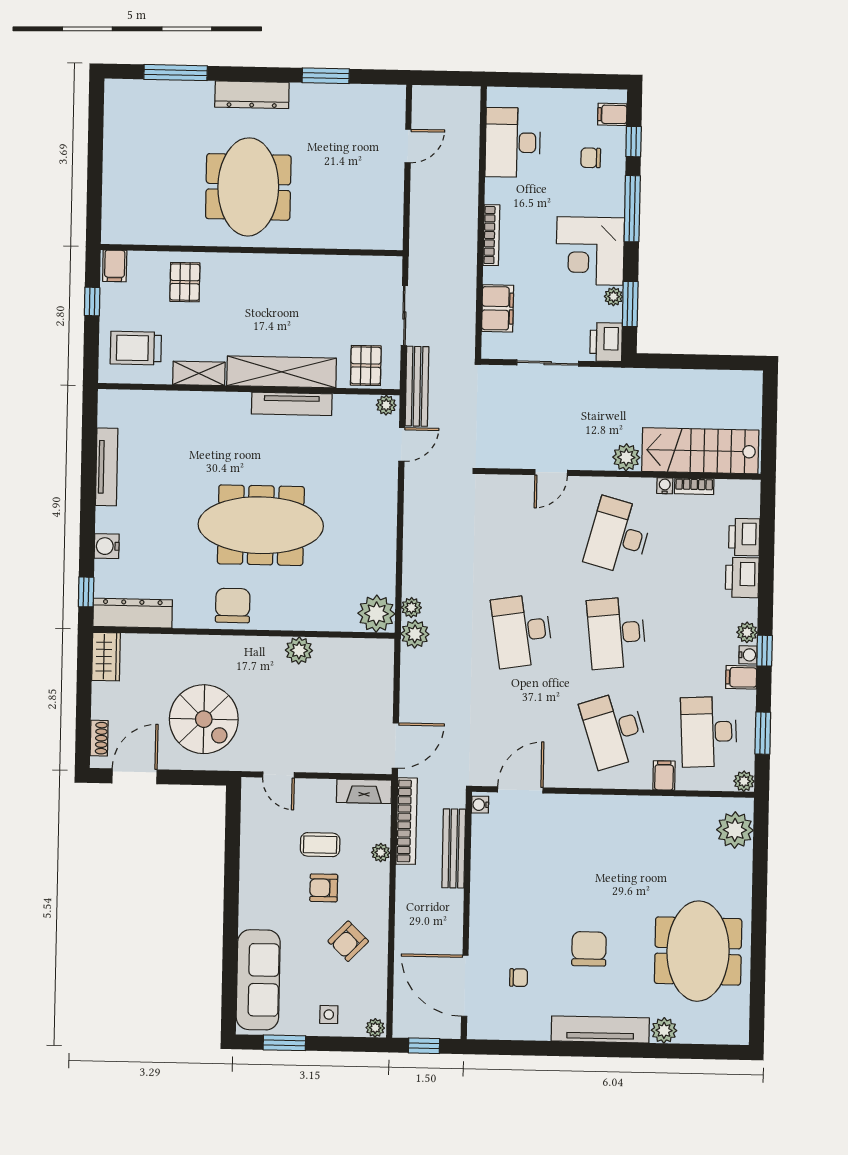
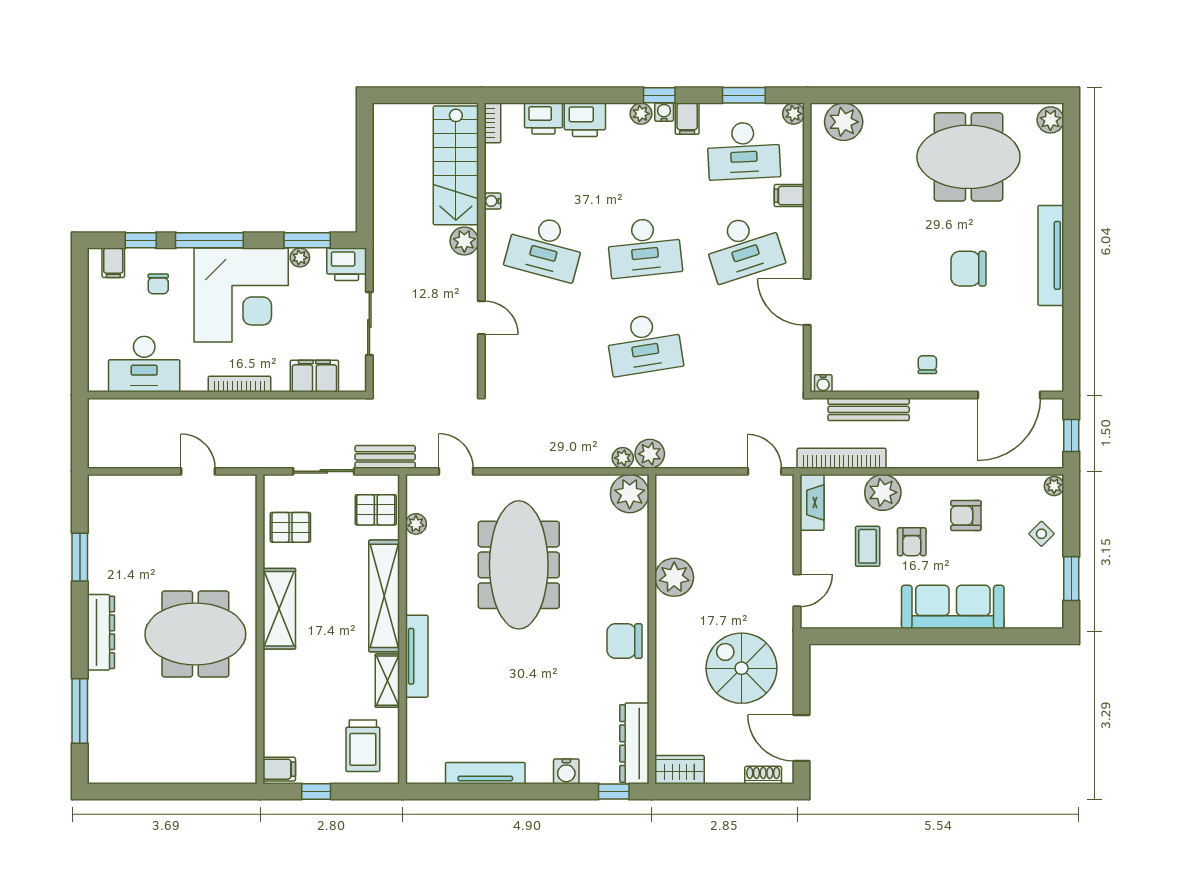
door: (408, 146) -> (198, 471), moved
corner desk: (590, 251) -> (241, 295), width x1.36, depth x1.36
shelving: (271, 269) -> (279, 609), added
pallet: (185, 282) -> (290, 527), moved
bench: (417, 386) -> (385, 457), width x0.73
tv unit: (292, 404) -> (417, 656), moved
plant: (386, 405) -> (416, 524), moved
bookcase: (694, 486) -> (492, 123), moved
meeting table: (261, 525) -> (519, 565), moved
plant: (299, 650) -> (674, 577), width x1.36, depth x1.36
spiral stairs: (204, 719) -> (742, 668), turned -90
door: (395, 746) -> (765, 471), width x0.73
door: (520, 790) -> (807, 302), moved
plant: (381, 853) -> (883, 492), width x1.88, depth x1.88
armchair: (348, 941) -> (966, 516), turned 136
chair: (519, 978) -> (927, 365), moved
sofa: (258, 980) -> (953, 607), moved
side table: (329, 1015) -> (1041, 534), turned 45
plant: (664, 1030) -> (1050, 120), moved

